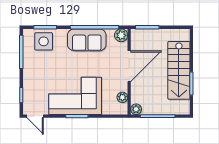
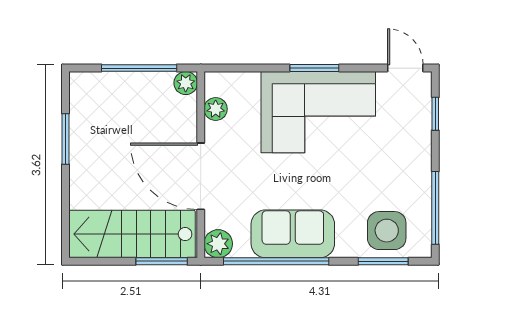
door: (129, 66) -> (201, 176), hinge flipped
stairs: (179, 70) -> (132, 234), moved, turned -90

